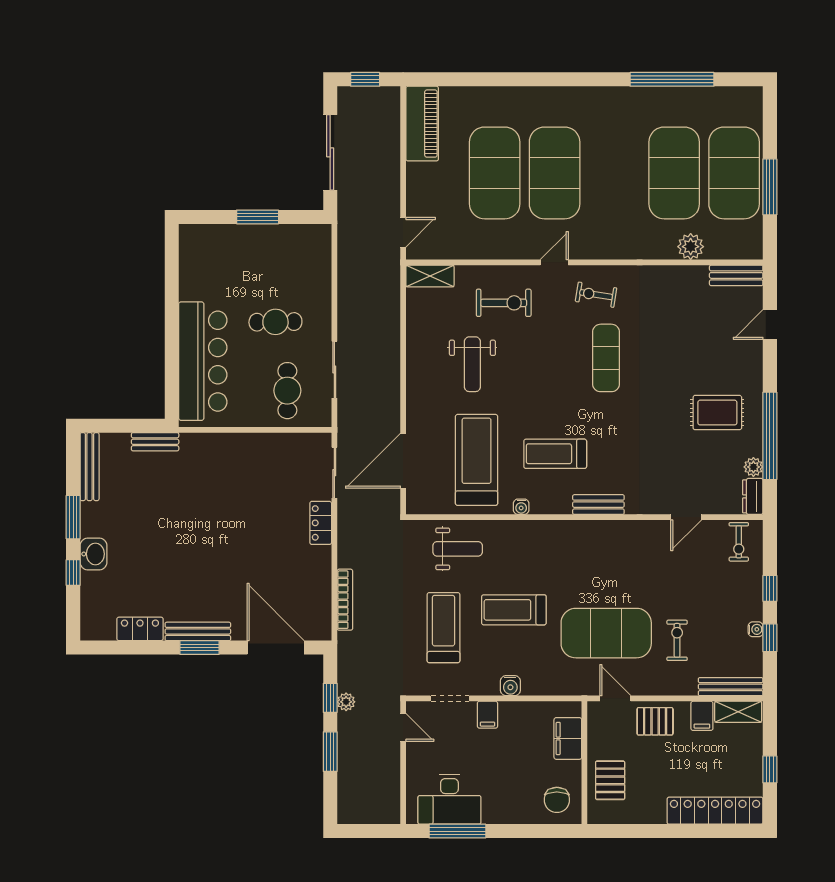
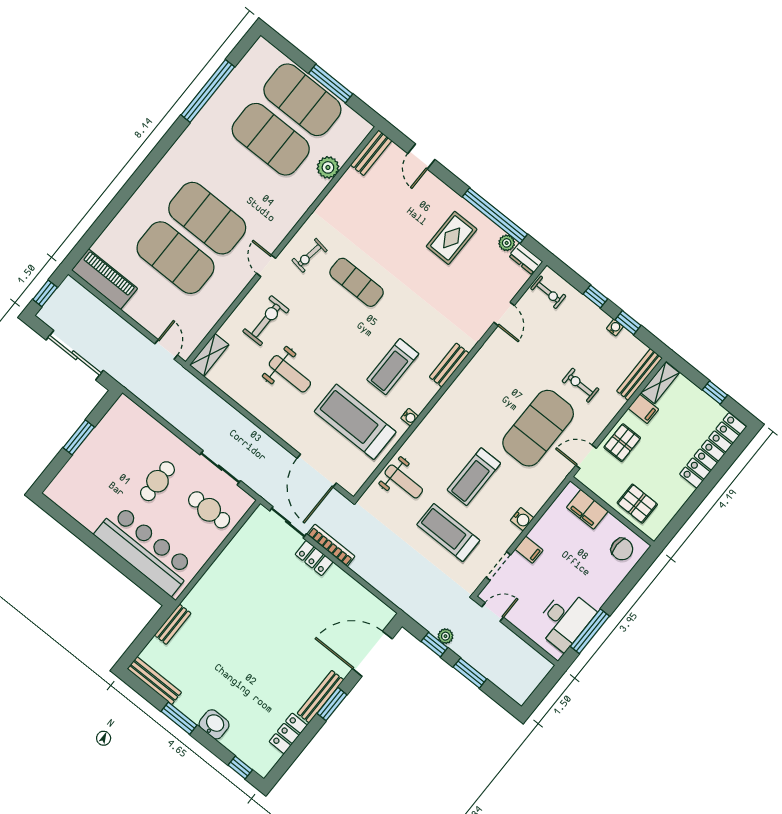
weight bench: (458, 549) -> (404, 481), turned 90
window: (73, 573) -> (240, 768), moved
bookcase: (345, 600) -> (331, 545), moved

